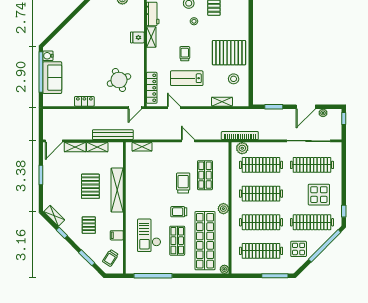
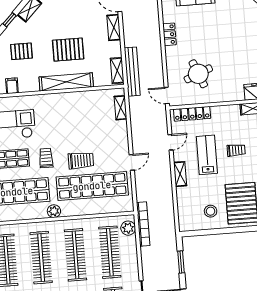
shelving: (222, 102) -> (180, 174), moved
shelving: (97, 147) -> (117, 71), moved
shop shelf: (205, 175) -> (92, 186), width x2.00, depth x1.36

